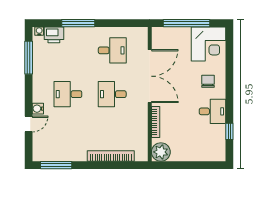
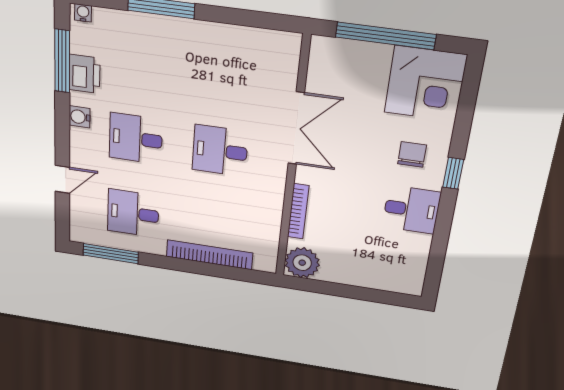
printer: (54, 35) -> (84, 74), moved, turned -90
desk: (112, 50) -> (133, 213), moved, turned 180
double door: (150, 76) -> (296, 128), width x0.73
water cooler: (38, 109) -> (80, 117), moved
window: (229, 131) -> (453, 173), moved

